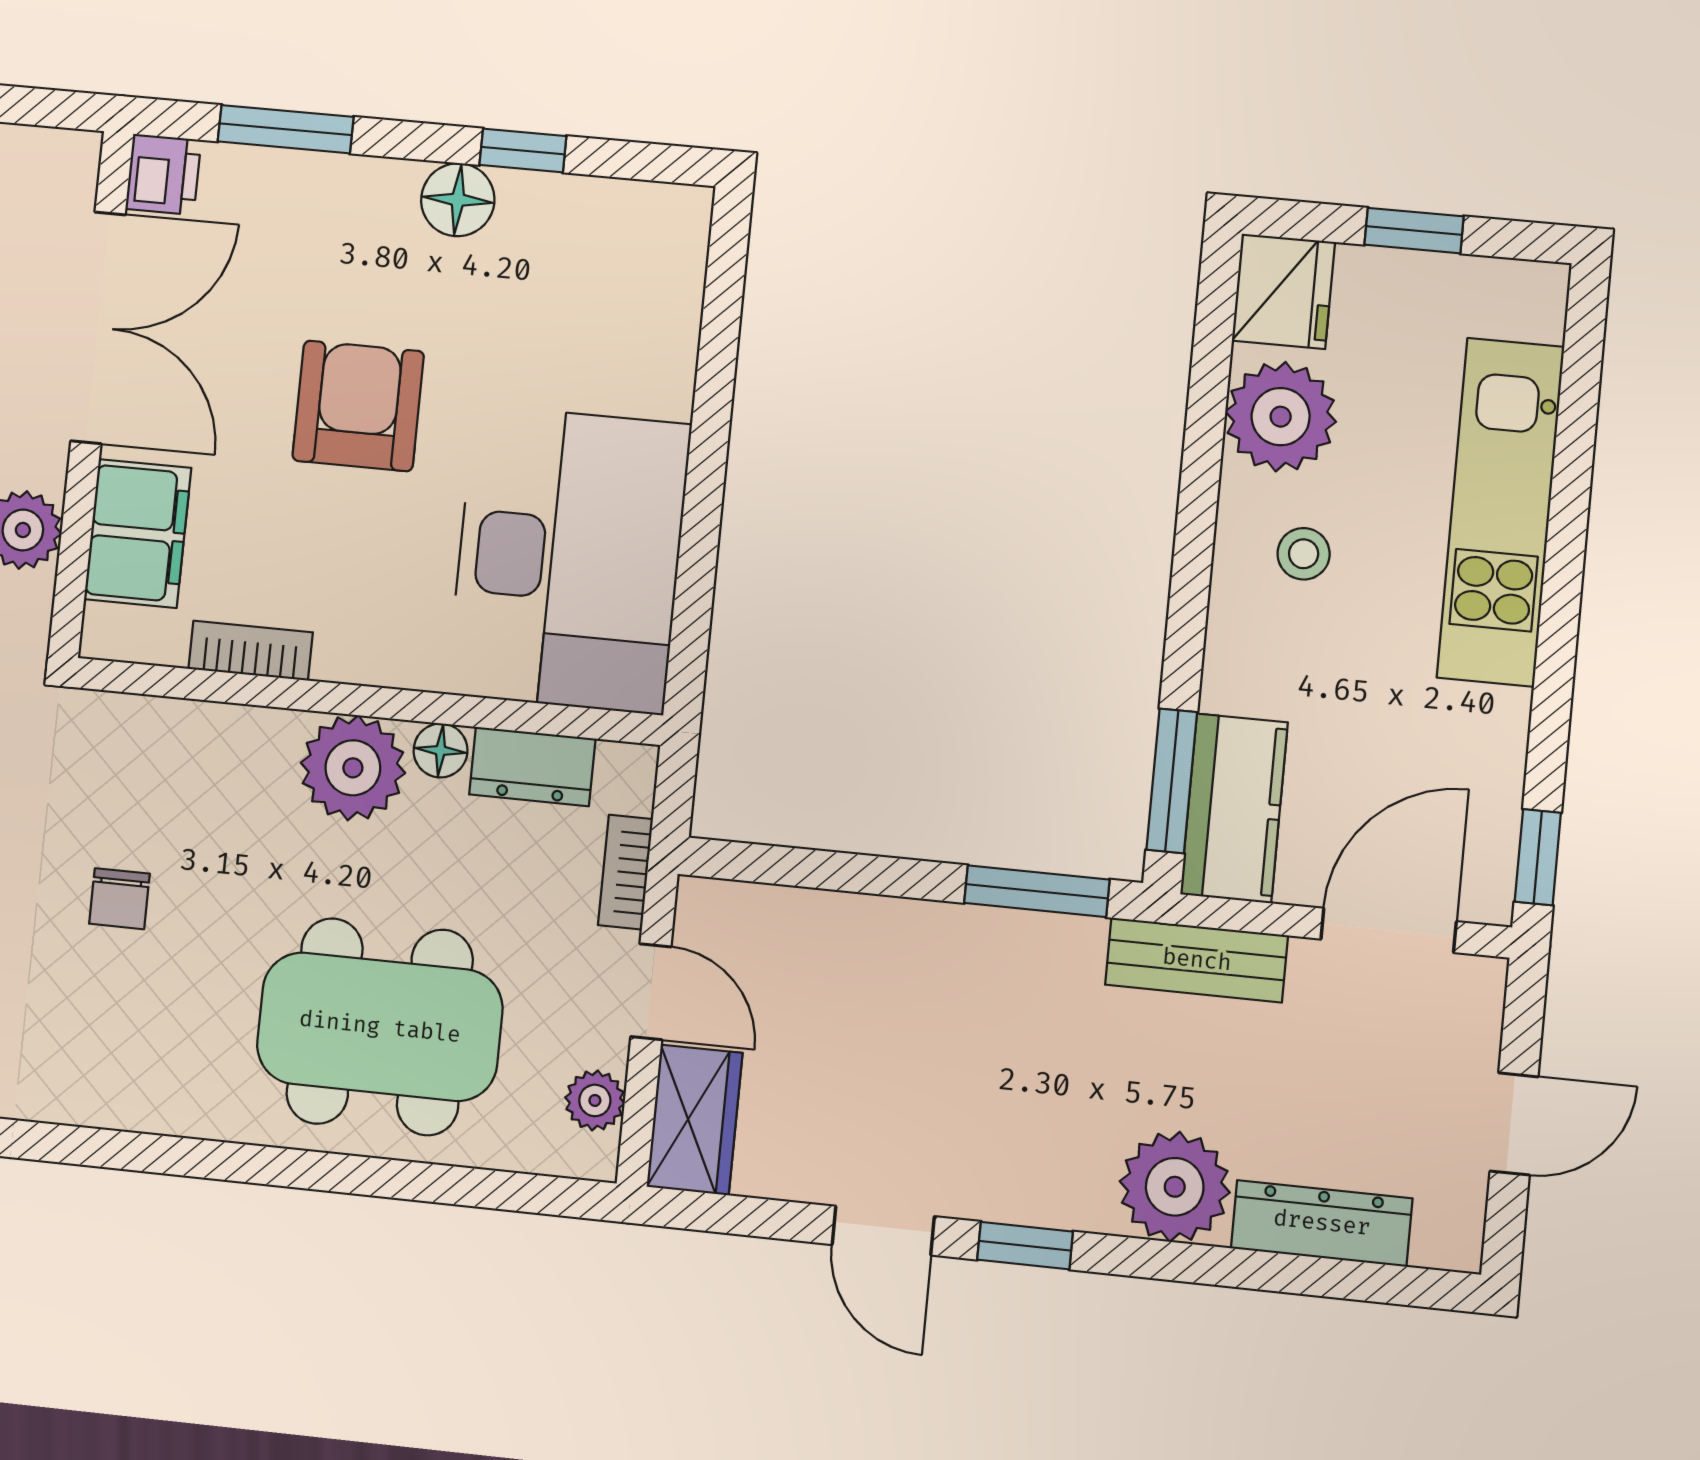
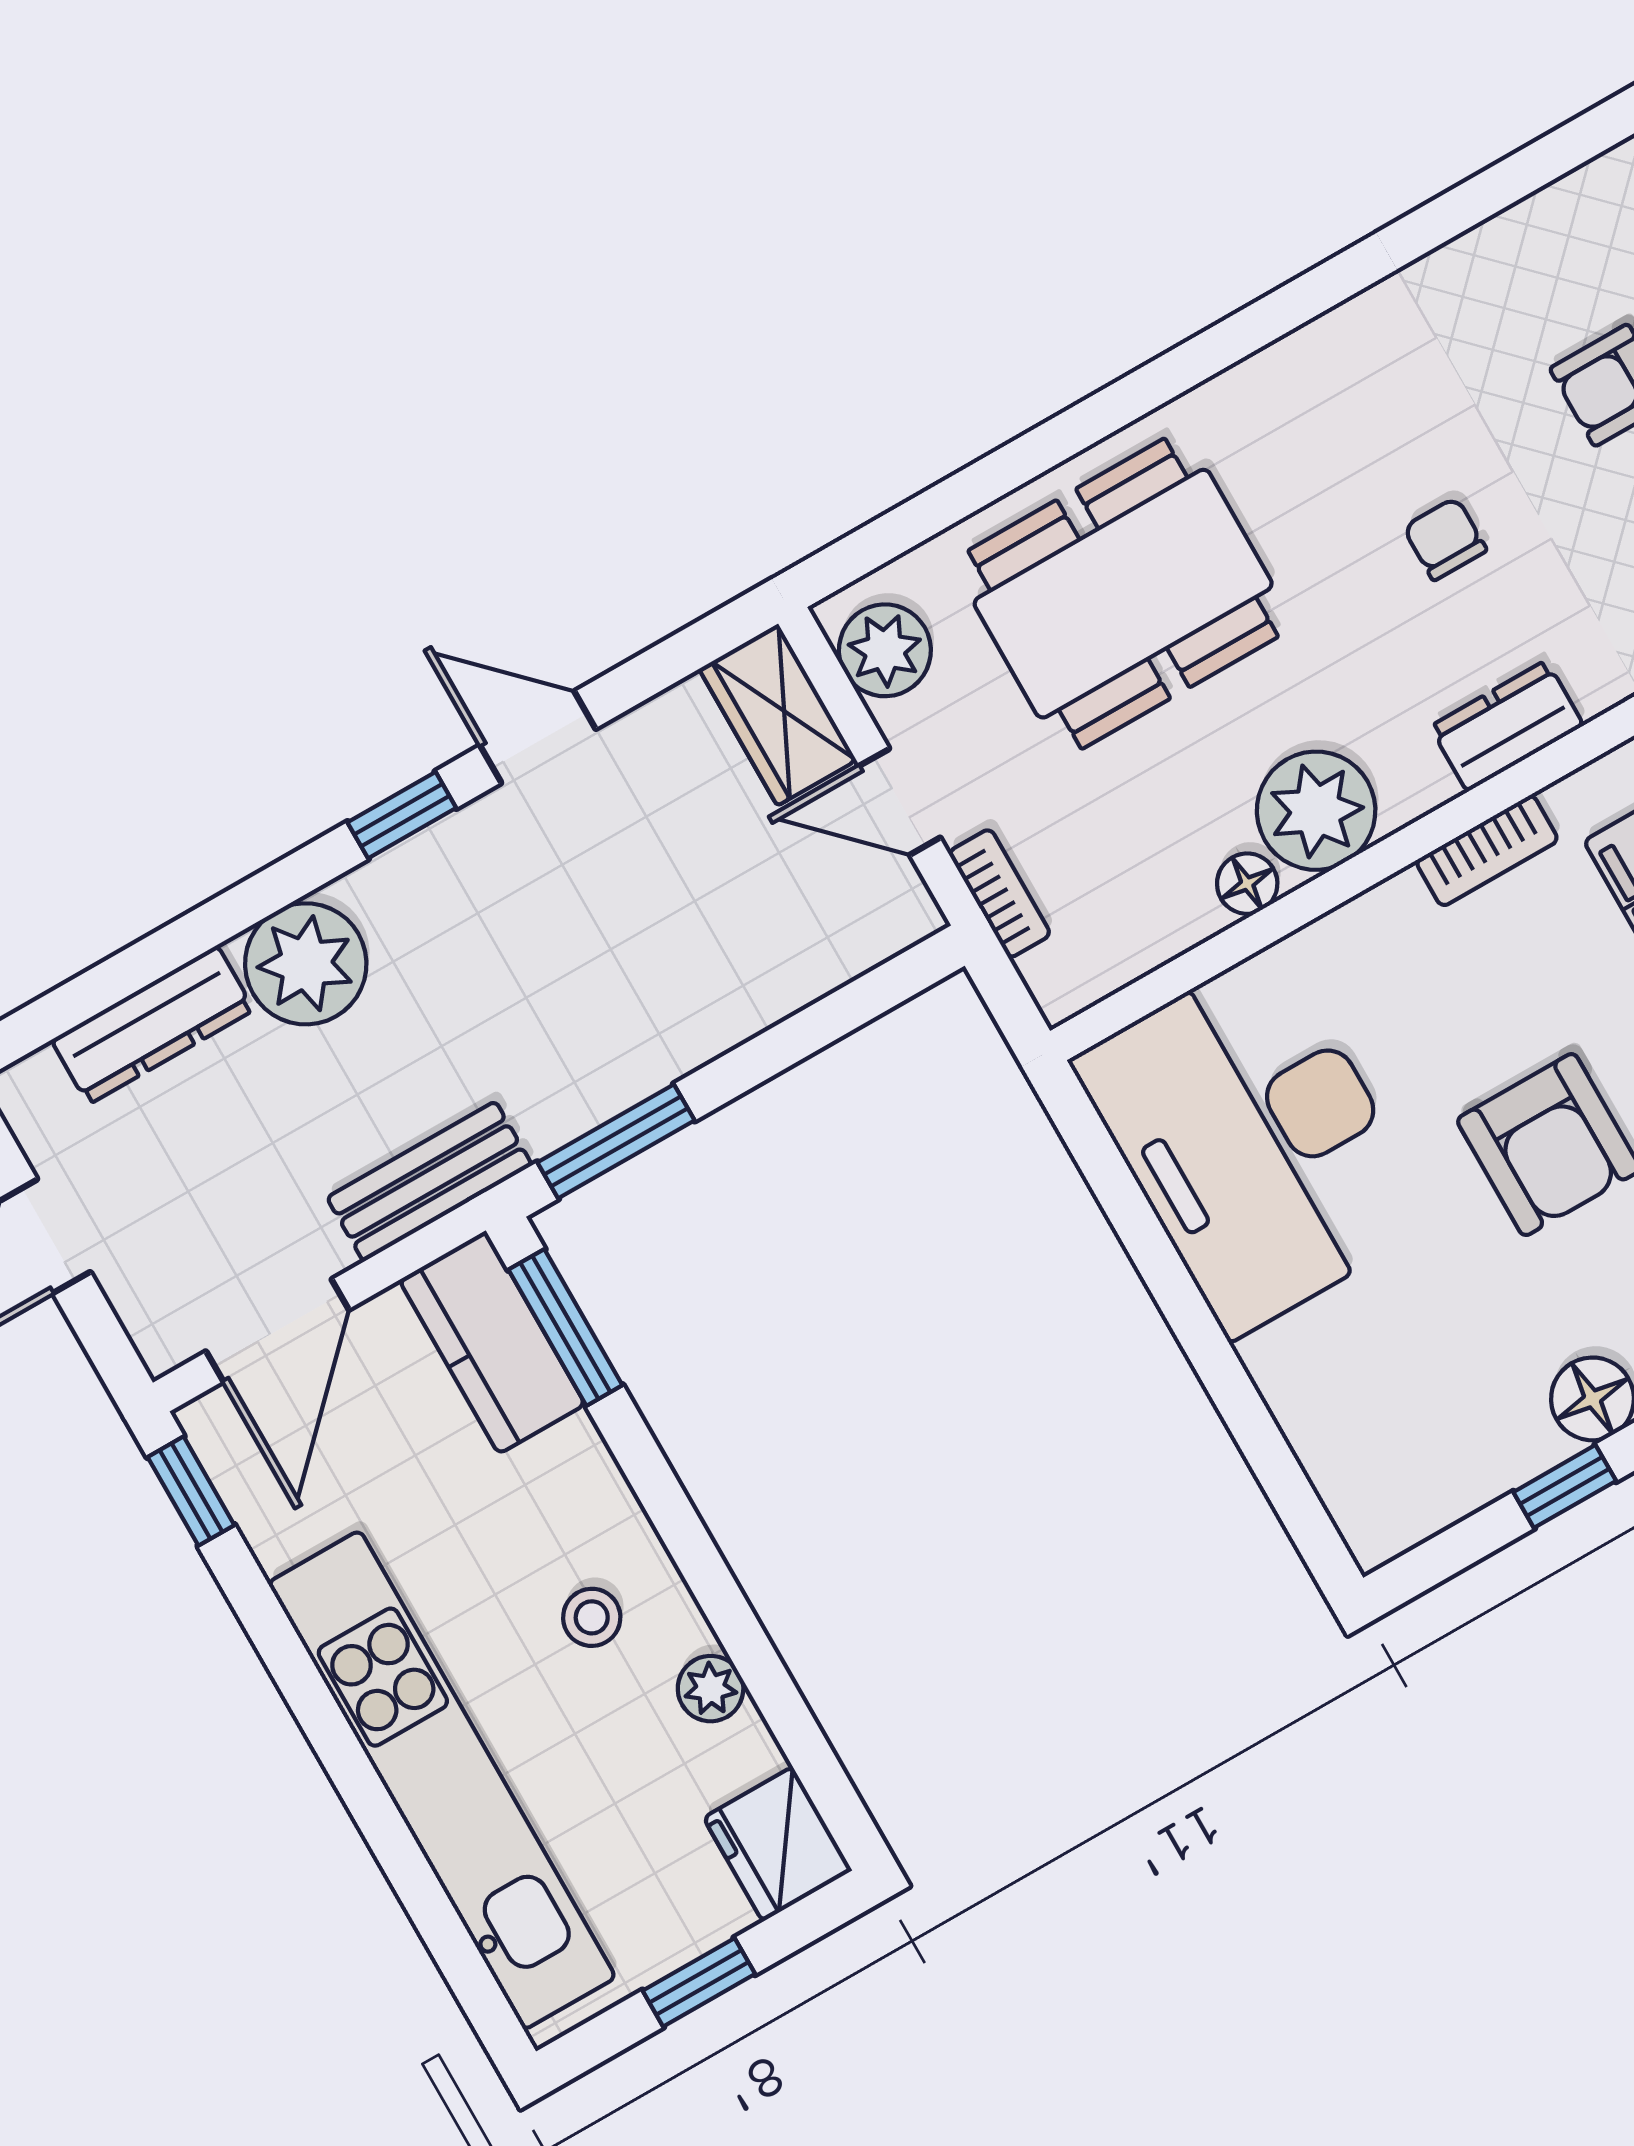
plant: (1281, 417) -> (711, 1689), width x0.53, depth x0.53
kitchen unit: (1501, 512) -> (442, 1780), width x1.36
dresser: (532, 767) -> (1507, 726), moved
plant: (595, 1100) -> (885, 650), width x1.38, depth x1.38

